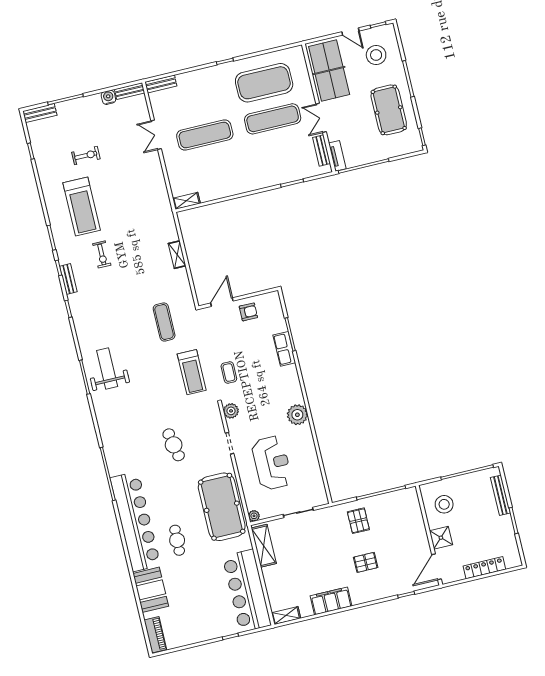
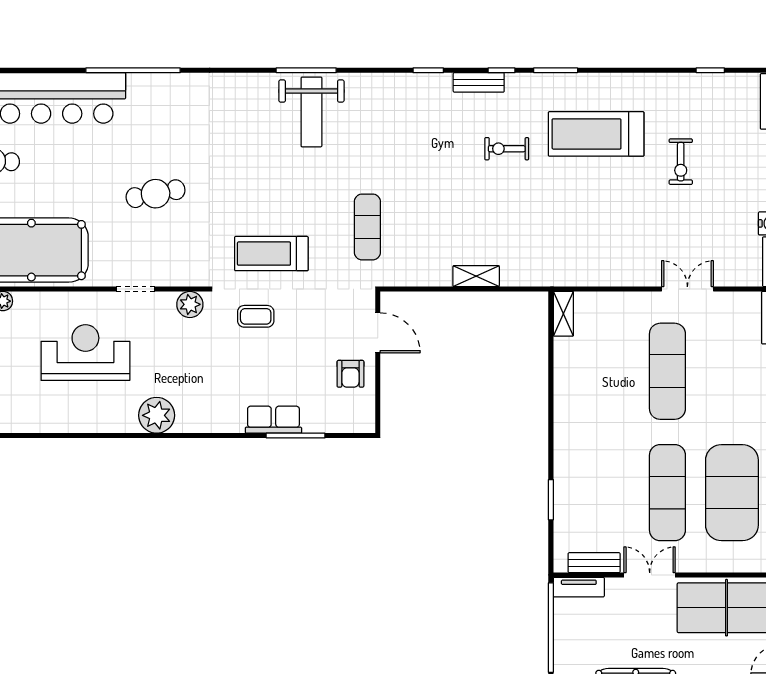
exercise mat: (164, 322) -> (367, 227), turned 90
weight bench: (107, 369) -> (311, 112), turned 90
reception desk: (272, 463) -> (85, 353), turned 180

